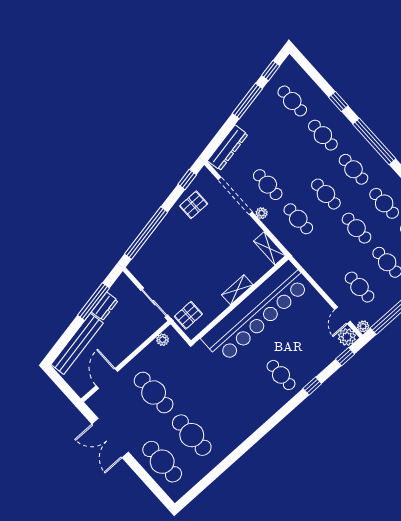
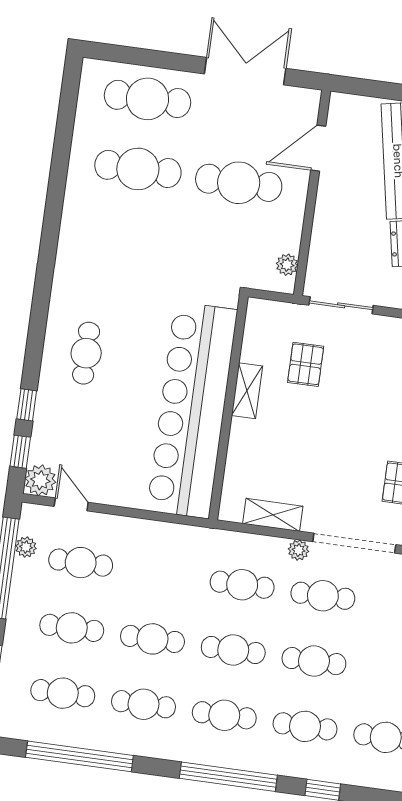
cafe table: (295, 160) -> (314, 661), added
shelving: (269, 248) -> (273, 515), moved
shelving: (237, 290) -> (247, 391), moved
pallet: (188, 315) -> (306, 364), moved
plant: (363, 326) -> (26, 547), moved
cafe table: (281, 375) -> (86, 353), turned 90
door: (107, 378) -> (318, 148), swing flipped
window: (312, 386) -> (27, 405), moved

